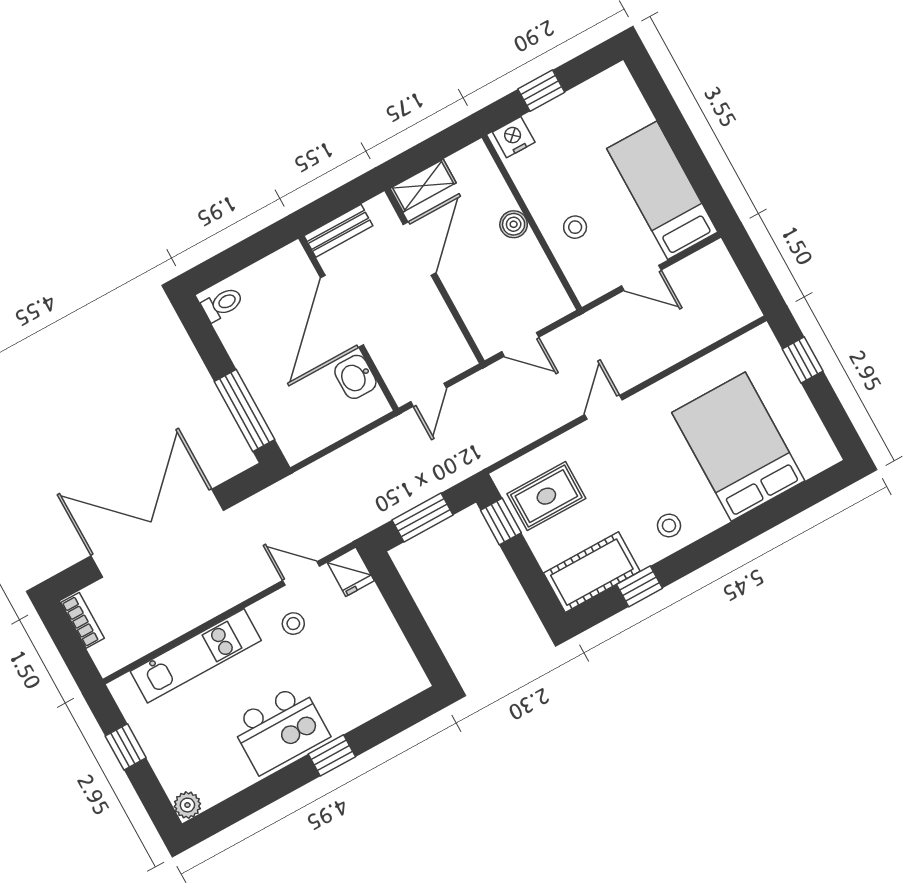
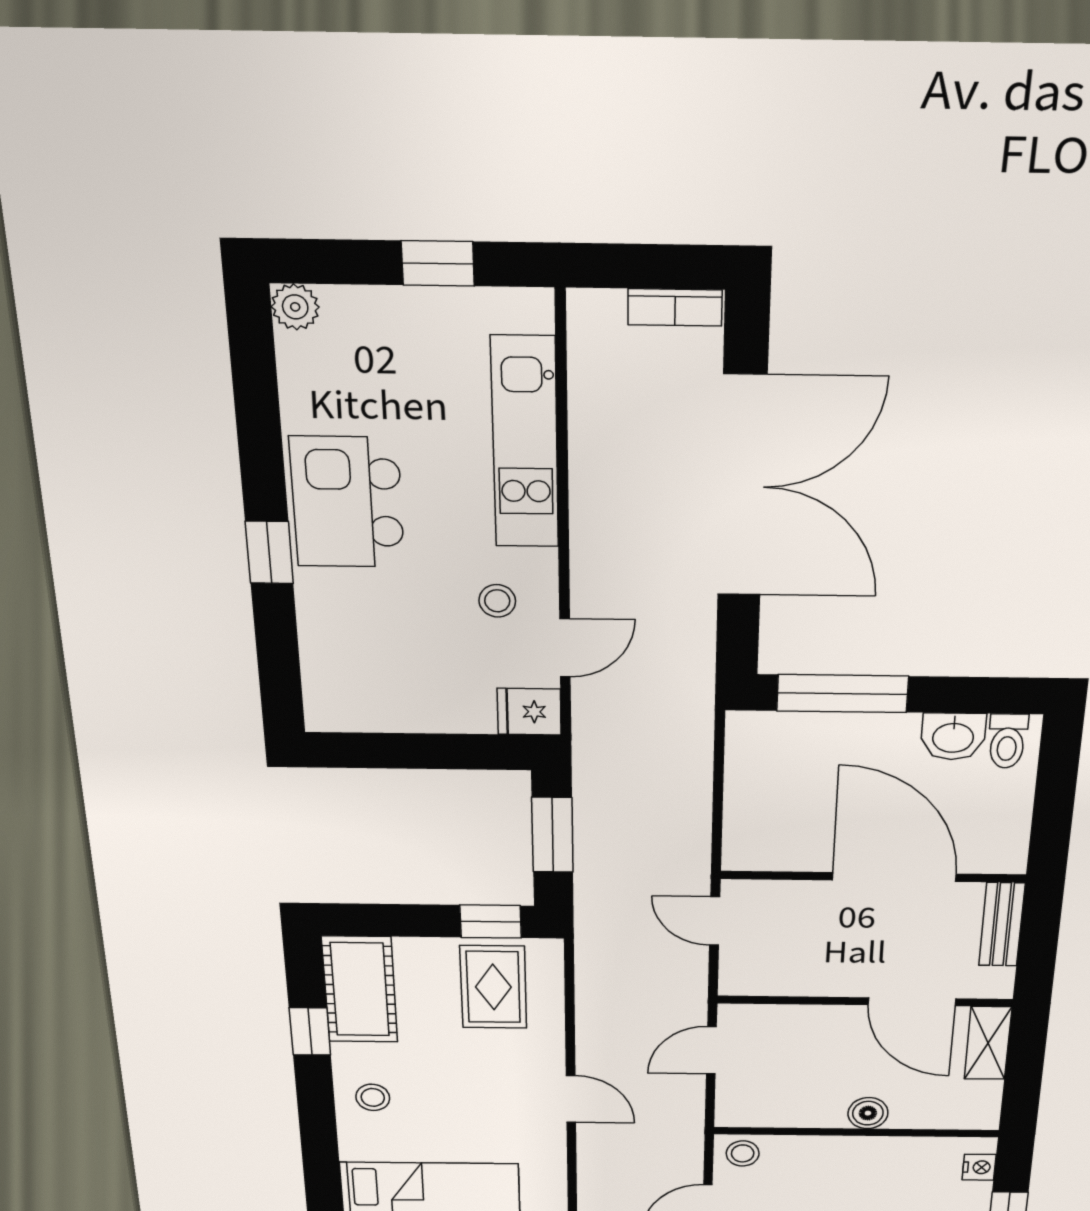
nightstand: (514, 137) -> (979, 1167), width x0.72, depth x0.74
stool: (575, 227) -> (743, 1153), moved
washbasin: (355, 377) -> (953, 737), moved, turned 180

